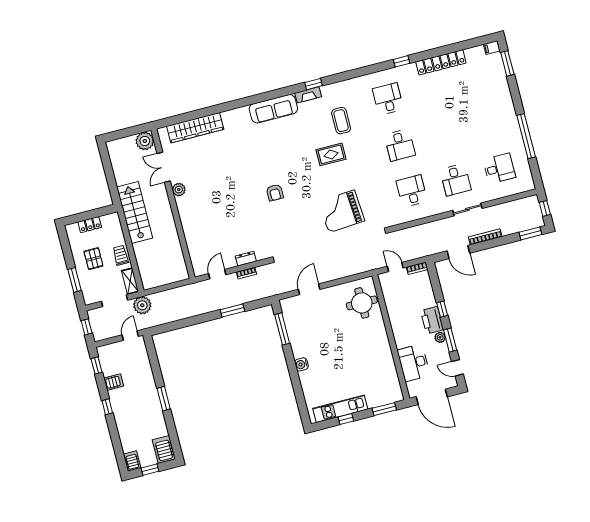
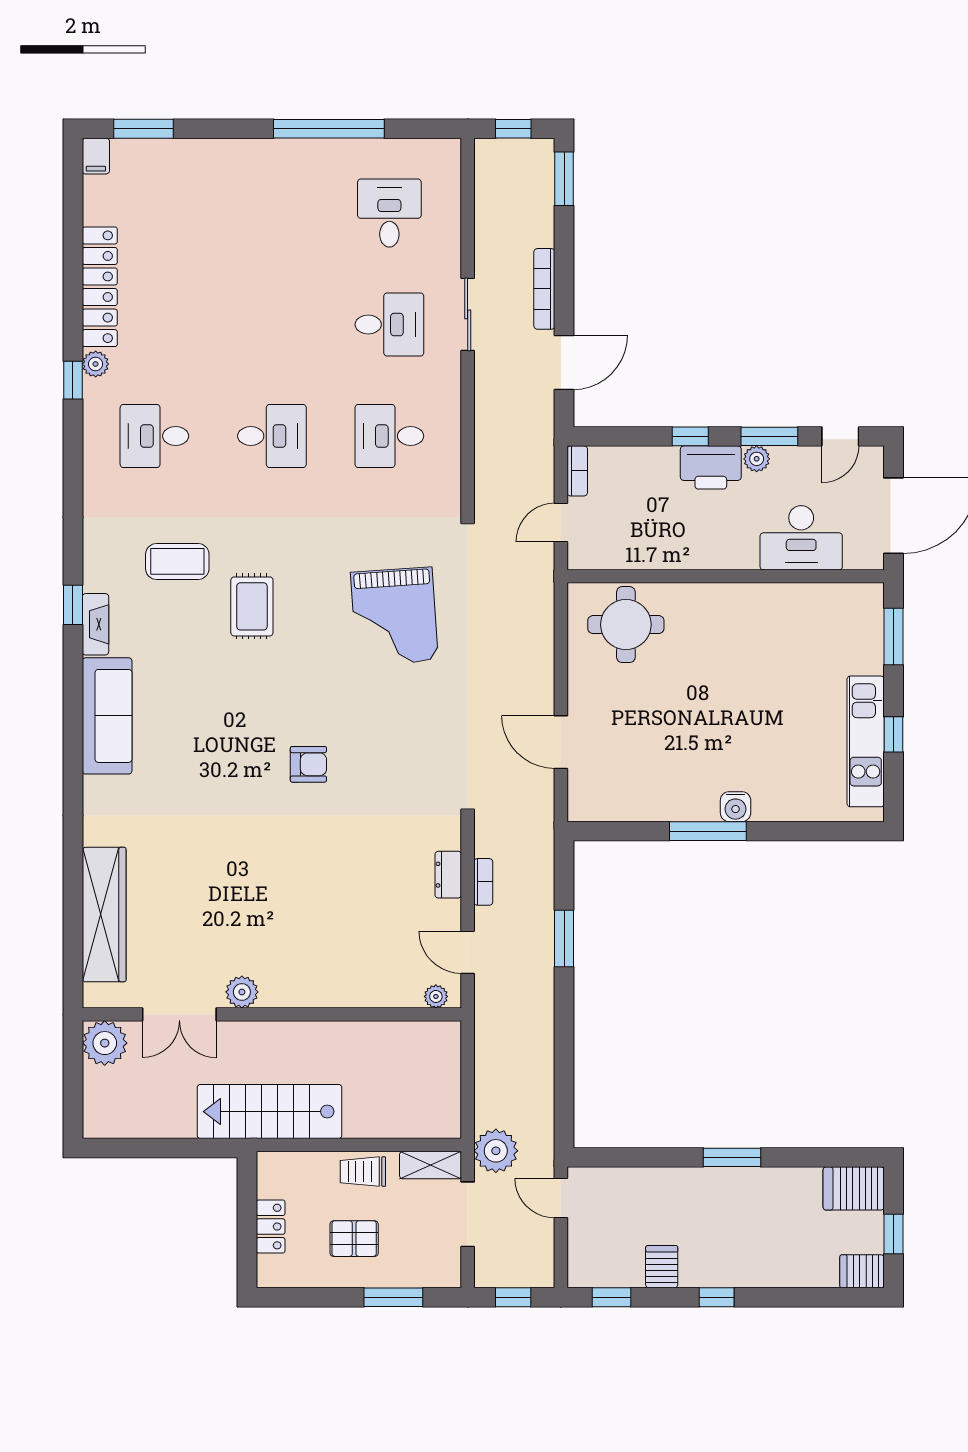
plant: (410, 68) -> (96, 364), added
plant: (197, 266) -> (436, 996), added
window: (282, 329) -> (708, 831), moved

